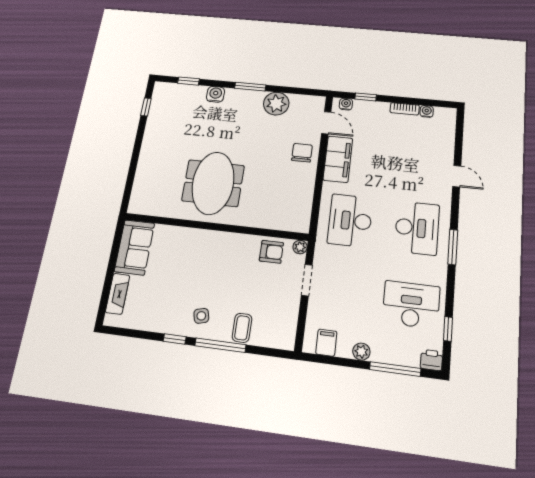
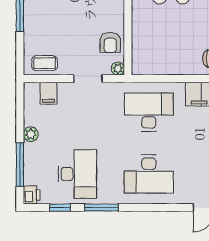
window: (453, 247) -> (101, 208), moved
coffee table: (242, 328) -> (45, 63), moved
filing cabinet: (326, 343) -> (48, 93), moved, turned 90

